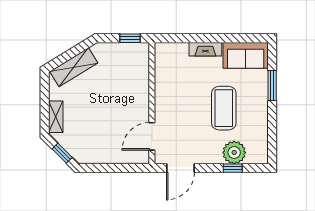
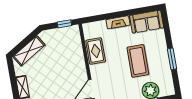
rug: (167, 84) -> (96, 51), added
window: (272, 86) -> (172, 59), moved

